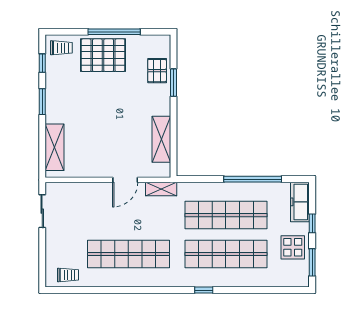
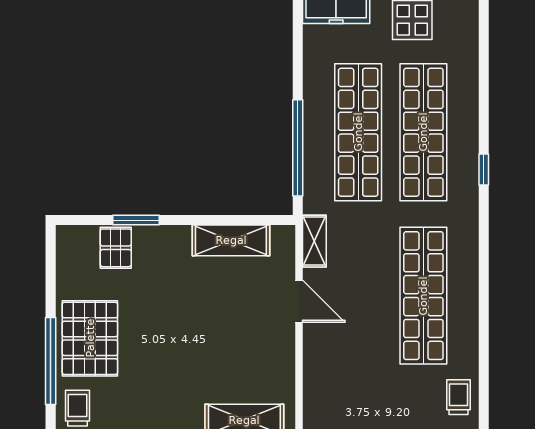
window: (114, 32) -> (51, 361), moved
pallet: (157, 71) -> (116, 248), turned 90
window: (253, 179) -> (298, 148), moved

